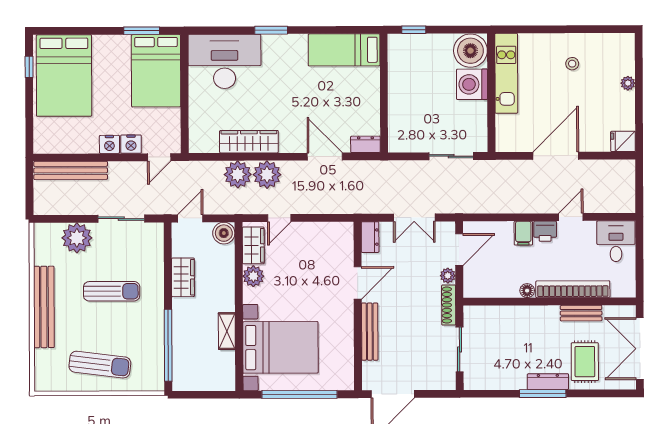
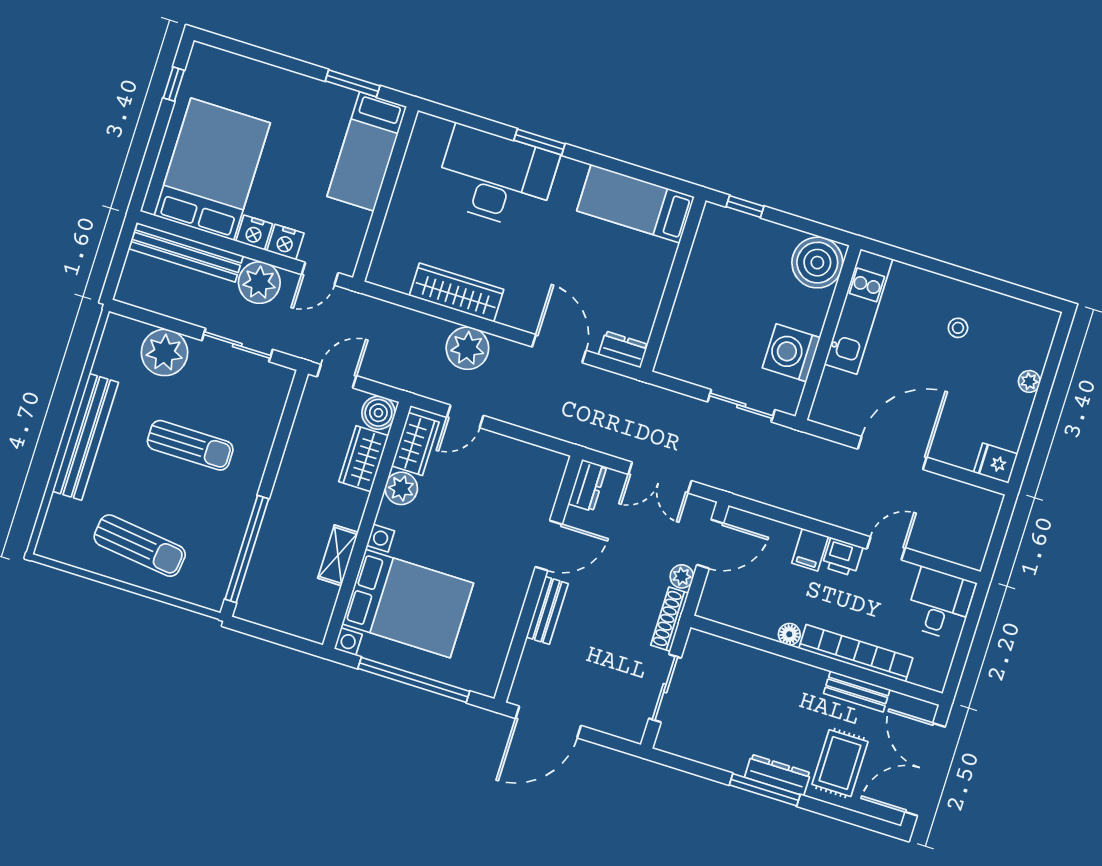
desk: (225, 61) -> (496, 178), moved
bed: (156, 71) -> (367, 151), width x0.67
bed: (64, 76) -> (212, 169), moved, turned 180
washing machine: (472, 84) -> (791, 353), moved
plant: (238, 174) -> (259, 283), moved
wardrobe: (183, 277) -> (364, 459), moved, turned 180
bench: (370, 332) -> (547, 610), width x0.73

